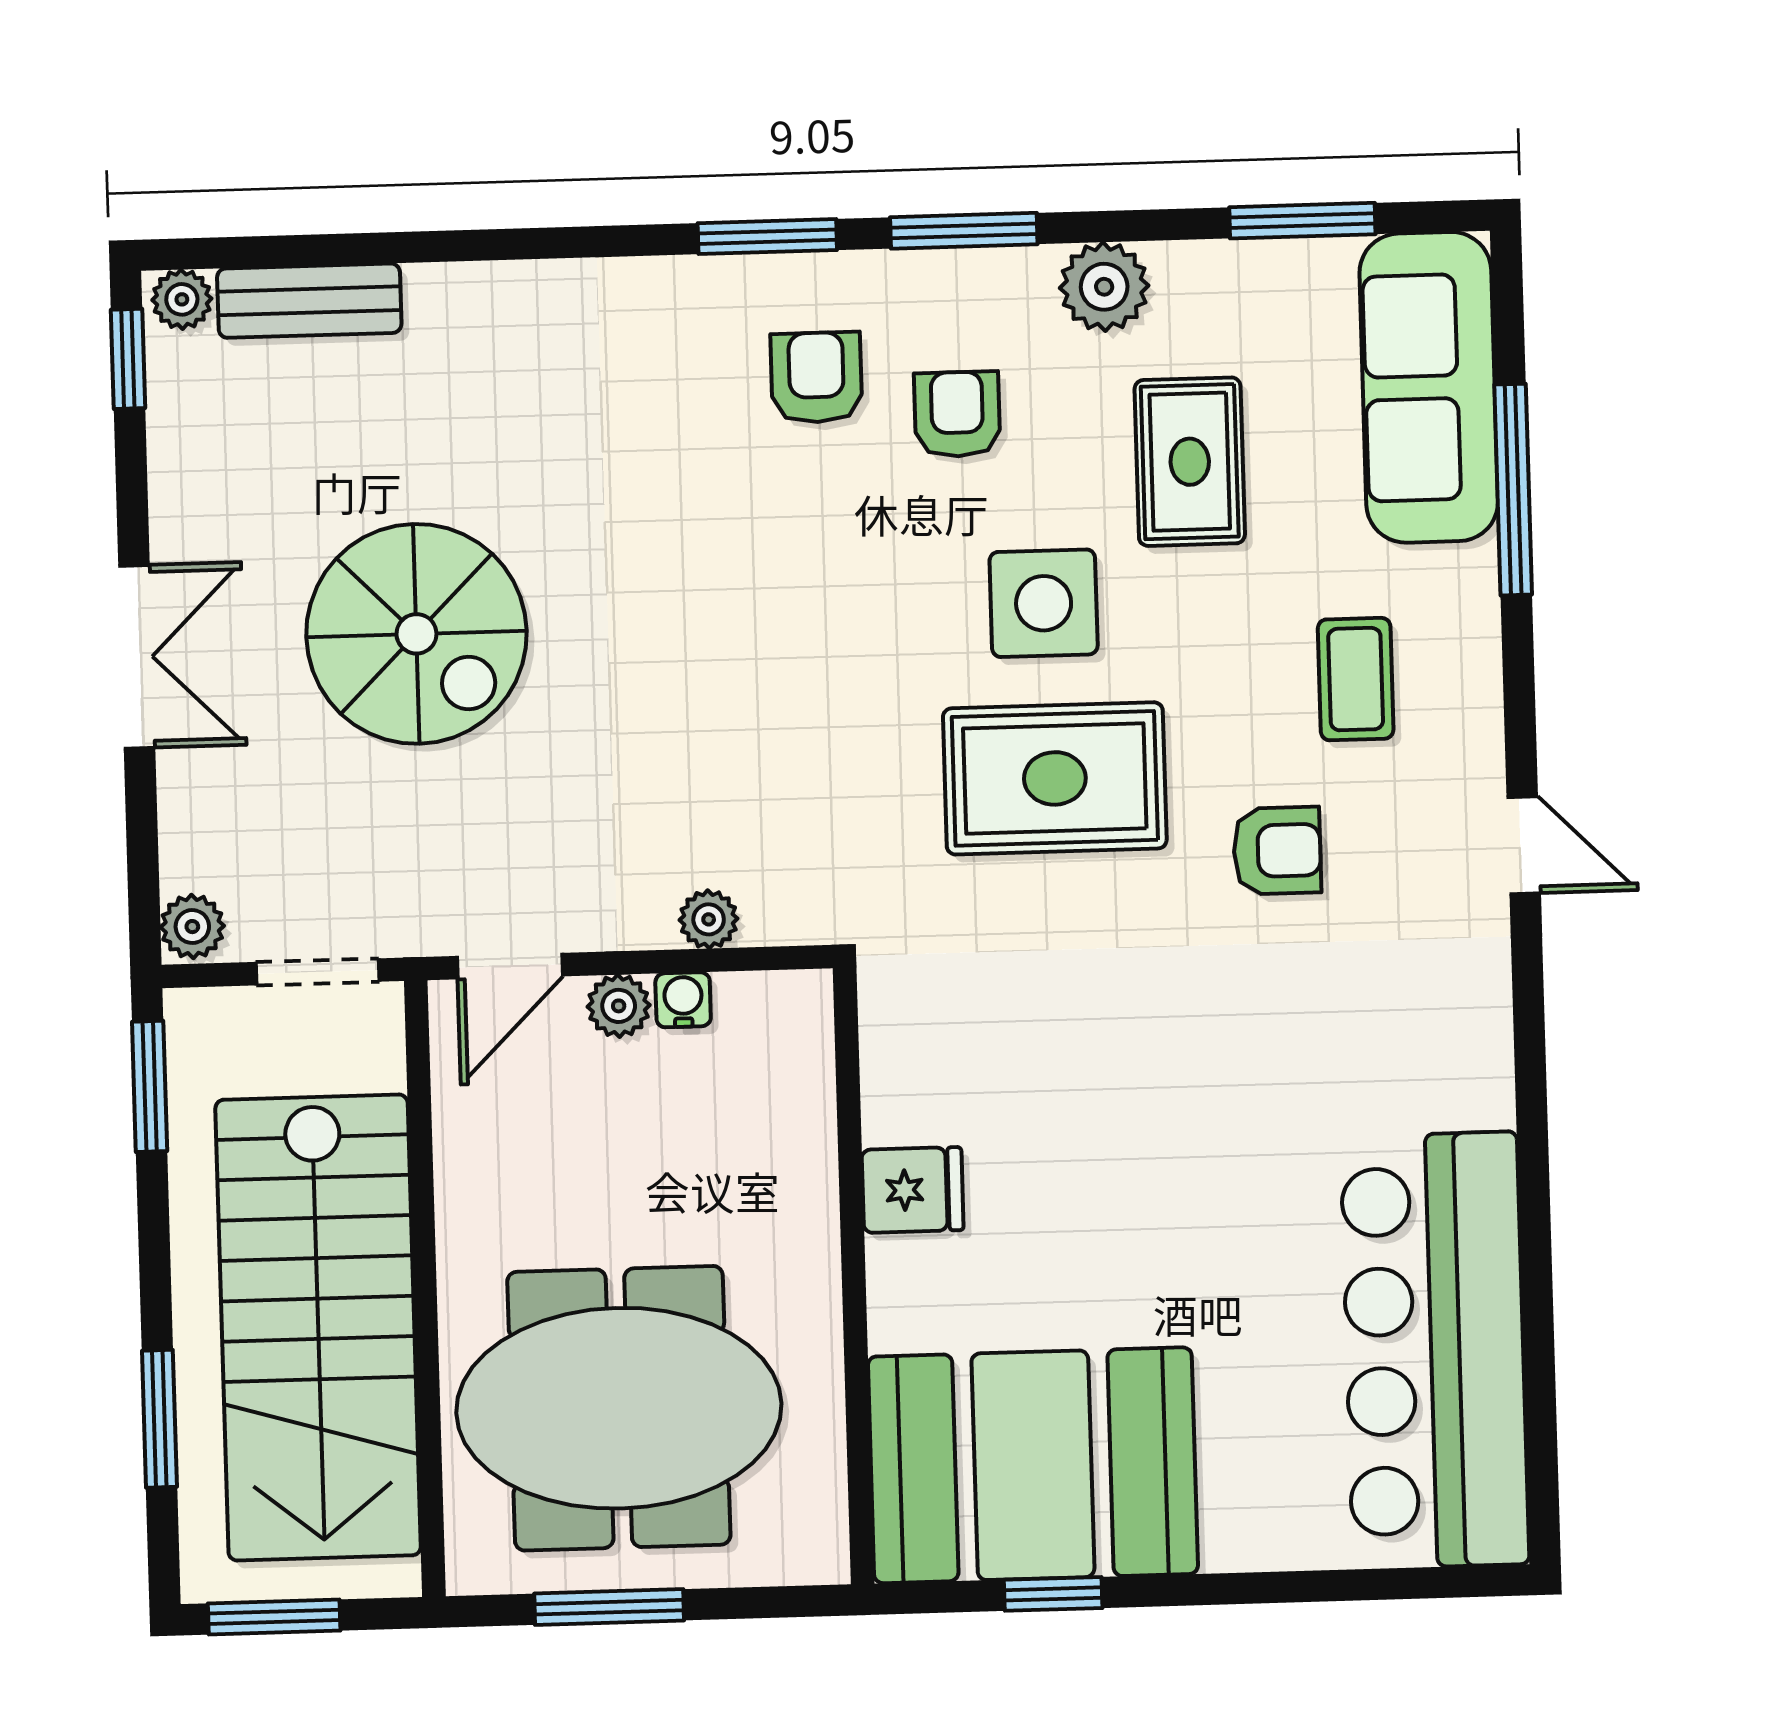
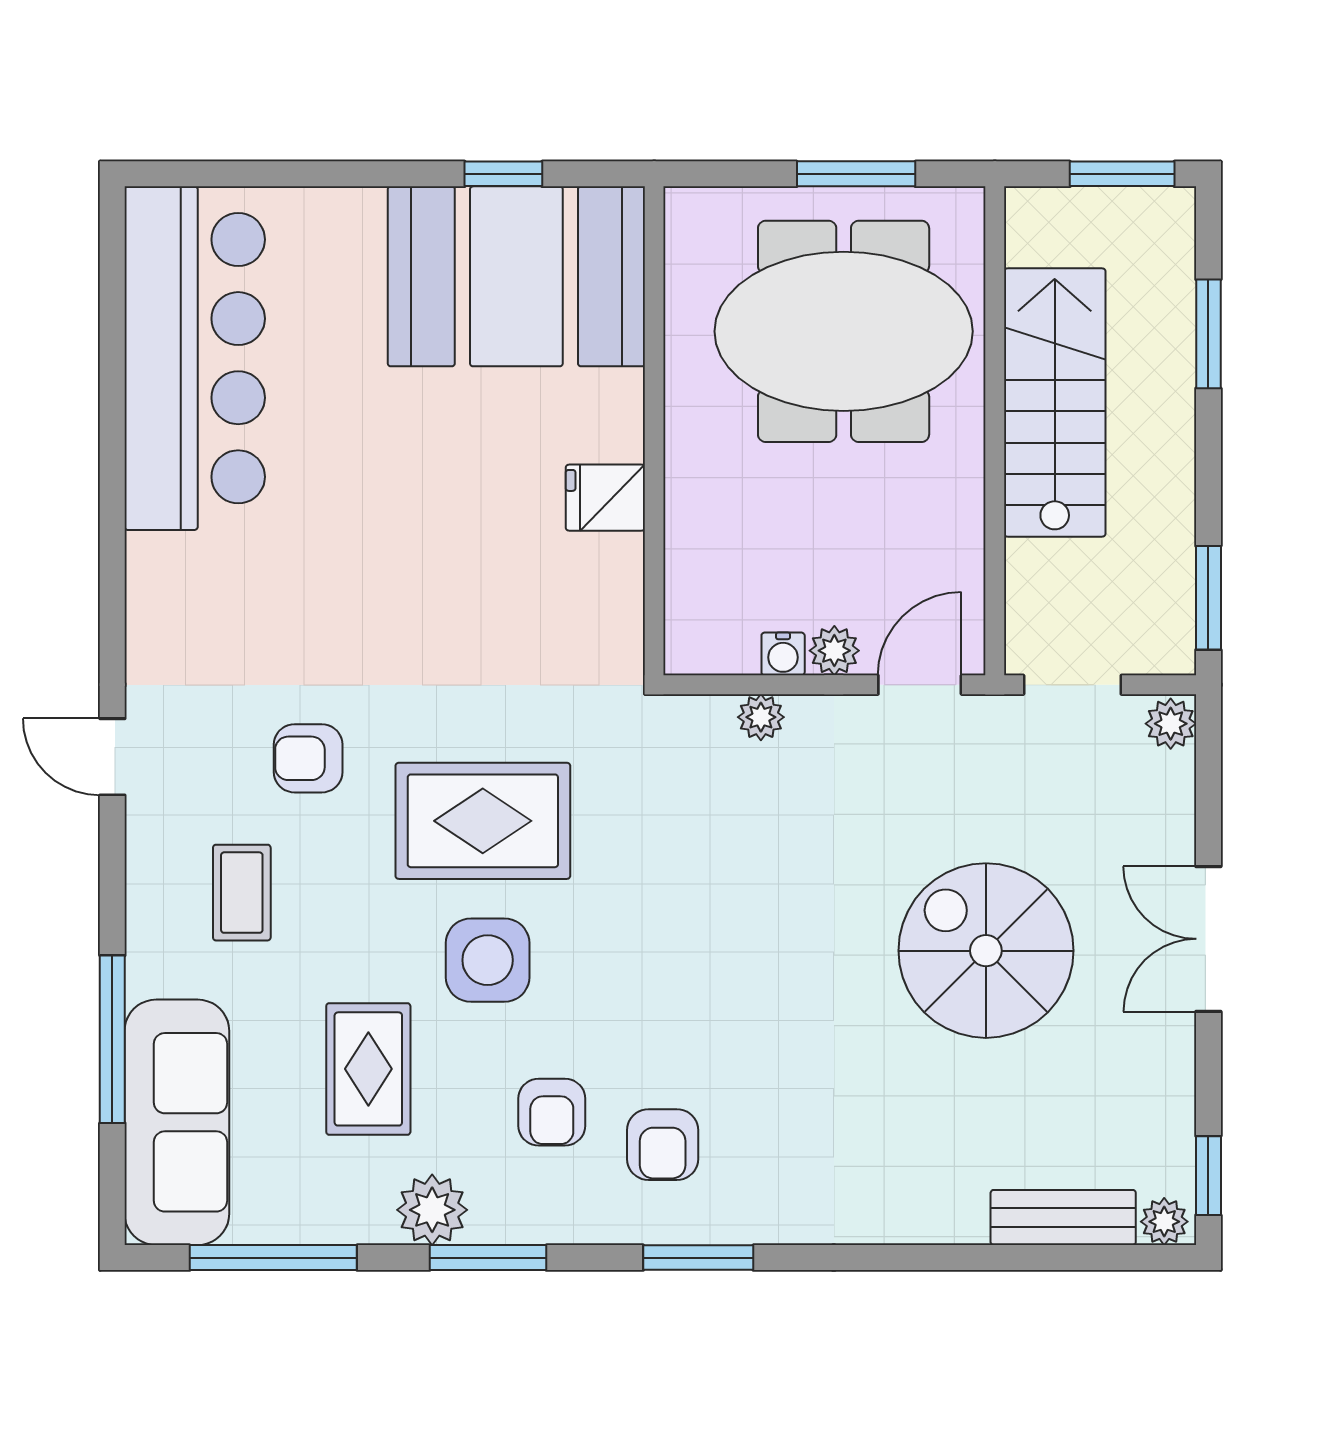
window: (1302, 221) -> (273, 1258), width x1.44
window: (964, 231) -> (488, 1258), moved
stairs: (318, 1327) -> (1055, 402), width x0.73, depth x0.66

